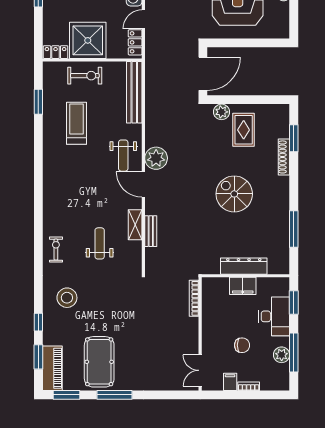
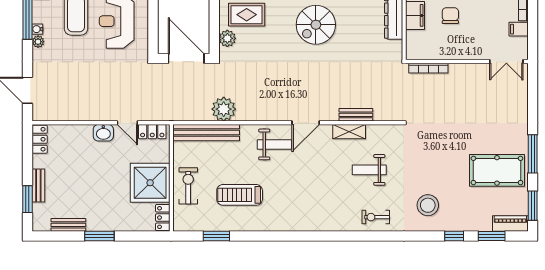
plant: (156, 158) -> (224, 109), moved
chair: (242, 345) -> (450, 16), moved
piano: (52, 368) -> (510, 224), width x0.73, depth x0.75

